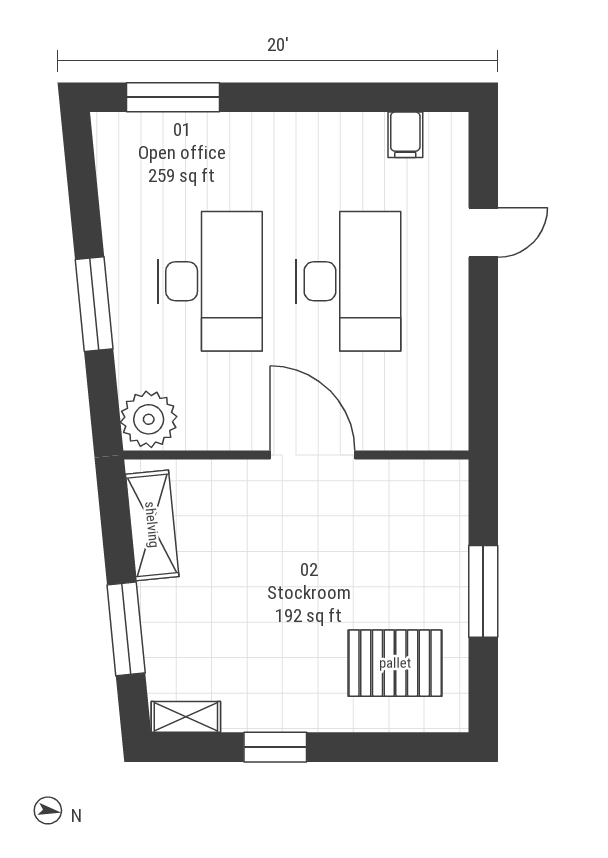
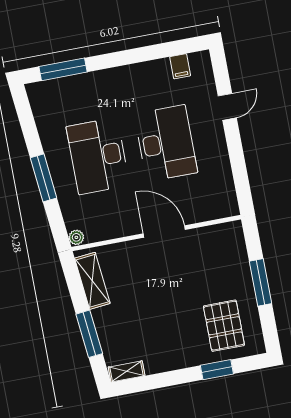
desk: (210, 281) -> (98, 156), turned 180
plant: (149, 419) -> (76, 237), width x0.53, depth x0.53
pallet: (395, 663) -> (224, 326), turned 90
window: (275, 747) -> (217, 370), moved

